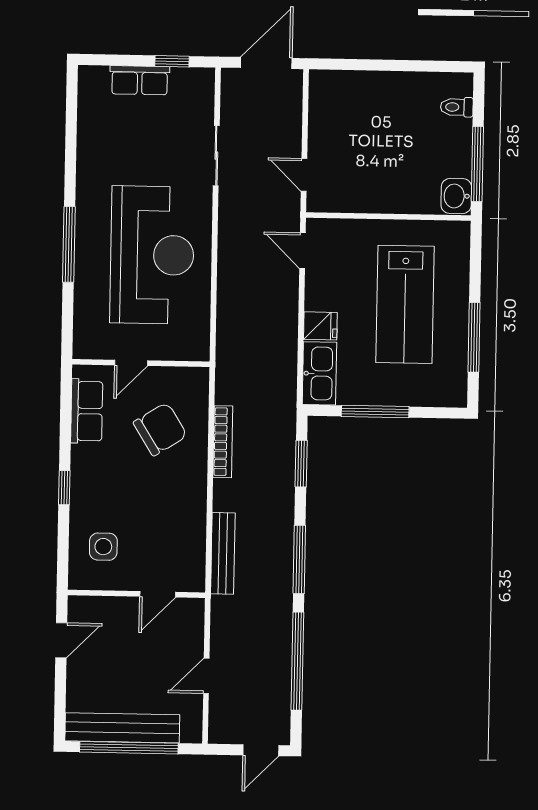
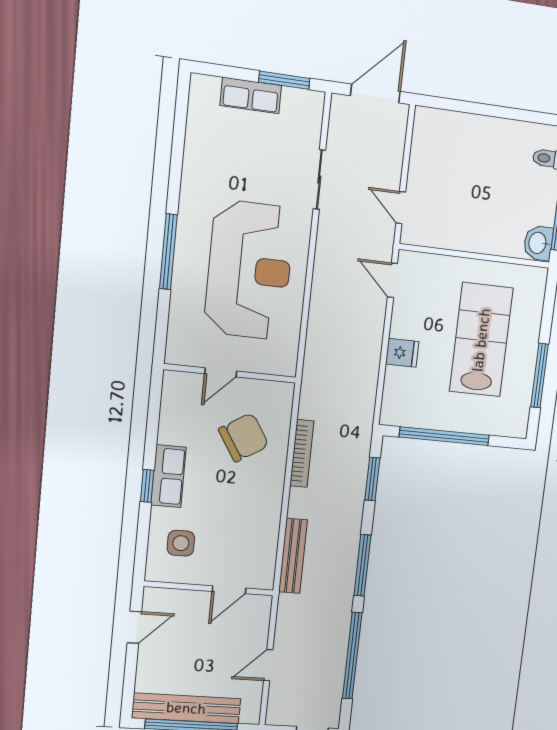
window: (172, 61) -> (284, 80), width x1.50
lab bench: (405, 304) -> (481, 340), turned 180
kitchen sink: (319, 373) -> (397, 397), removed
row of seats: (87, 411) -> (168, 476), moved
window: (375, 412) -> (444, 436), width x1.46

